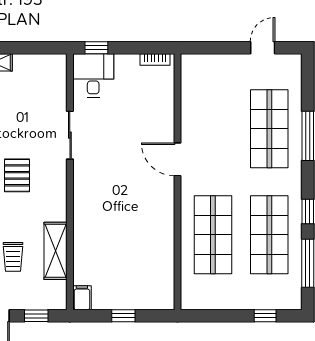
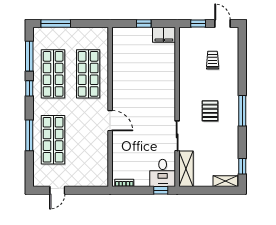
shelving: (55, 251) -> (186, 169), moved
filing cabinet: (82, 298) -> (164, 35), width x2.00
window: (265, 316) -> (56, 23), width x2.17

